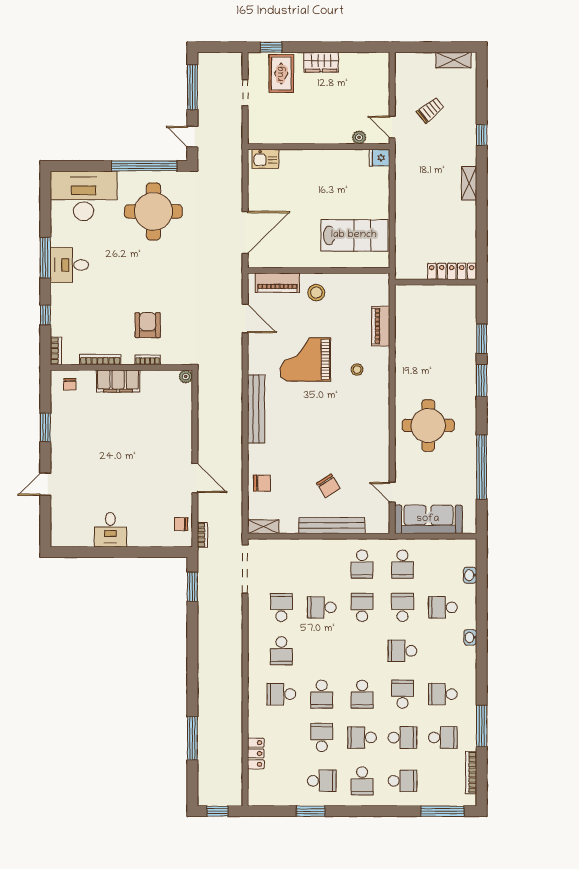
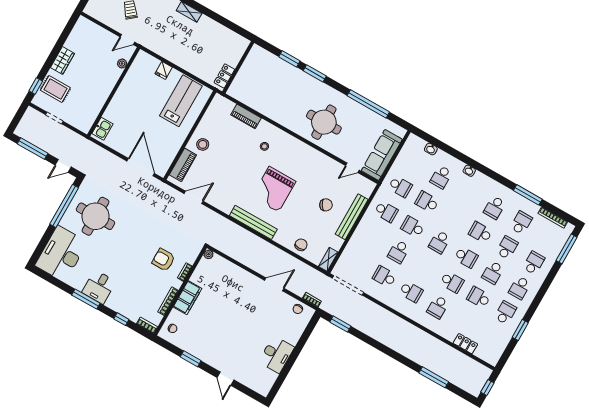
fridge: (380, 158) -> (164, 70), moved
locker: (452, 271) -> (224, 76), moved, width x0.66
grand piano: (305, 359) -> (274, 189), moved
desk: (110, 530) -> (276, 355), width x1.37
school desk: (402, 651) -> (439, 242), moved
school desk: (362, 781) -> (520, 288), turned 90

